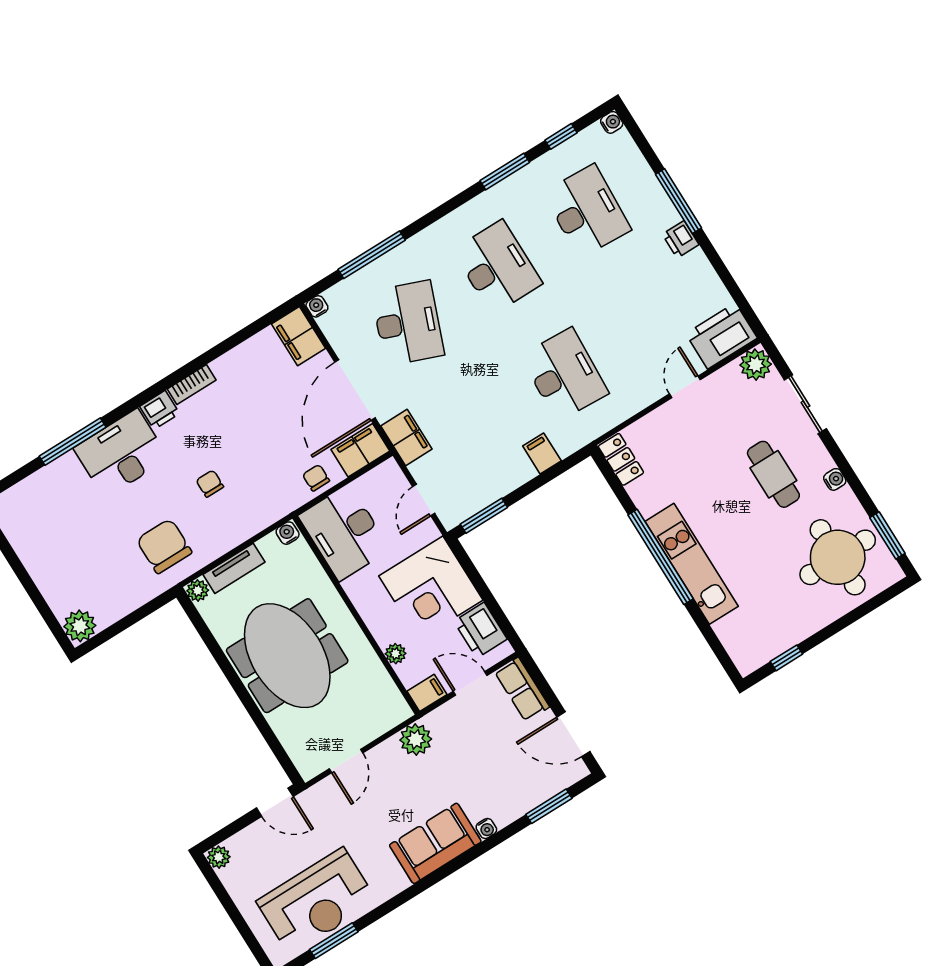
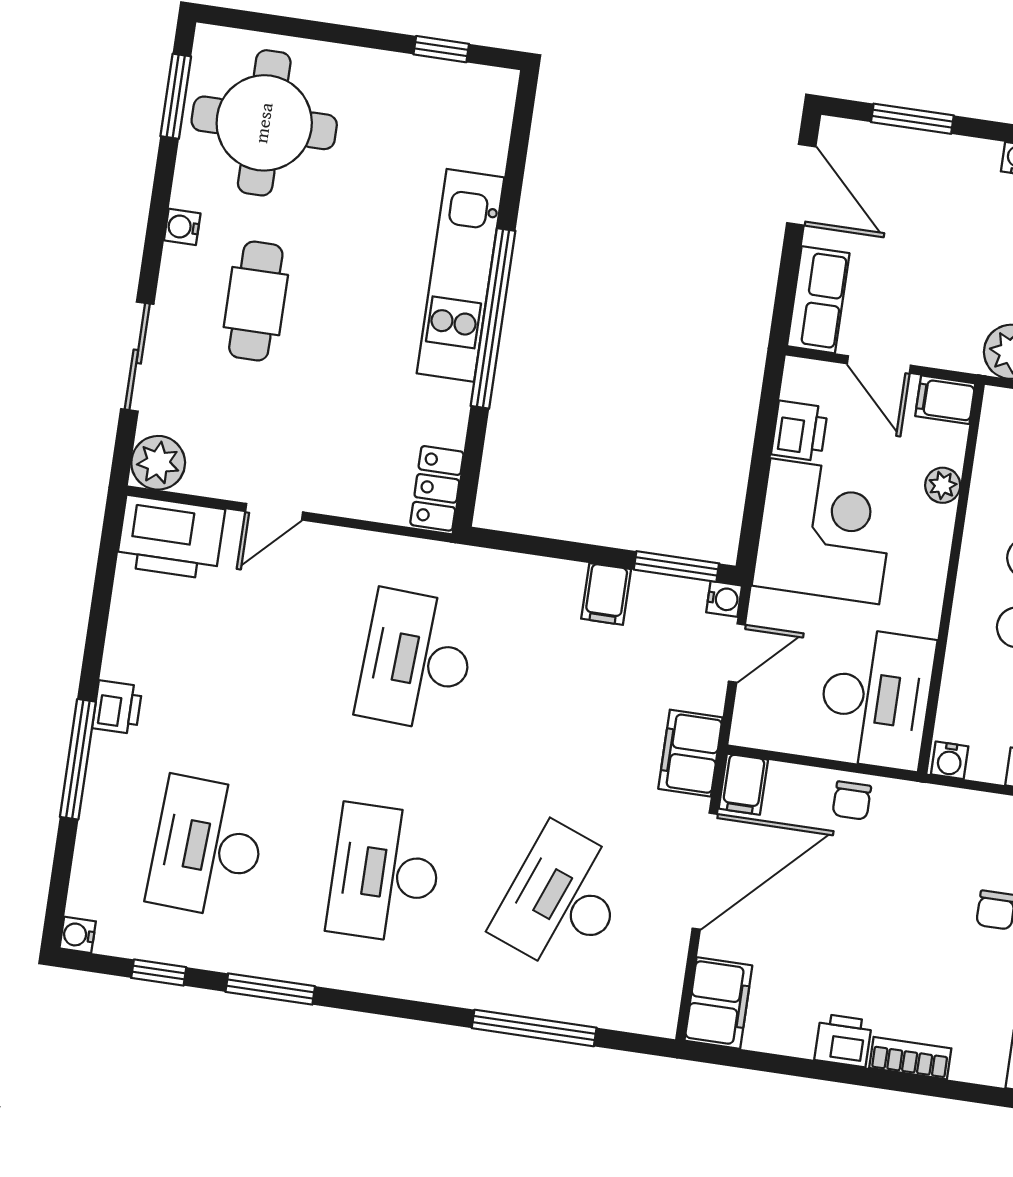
water cooler: (317, 306) -> (724, 599), moved, turned -90
printer: (160, 410) -> (843, 1040), moved
filing cabinet: (360, 450) -> (743, 784), width x0.50
filing cabinet: (542, 453) -> (606, 594), moved
printer: (480, 630) -> (800, 431), width x0.73, depth x0.81

